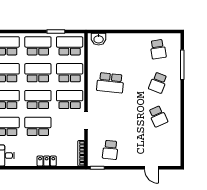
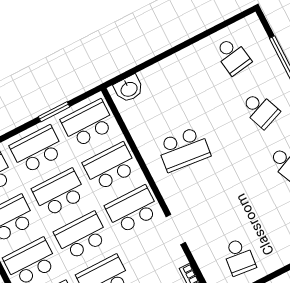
school desk: (158, 83) -> (260, 110), turned -42

